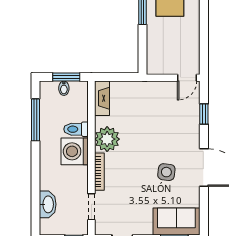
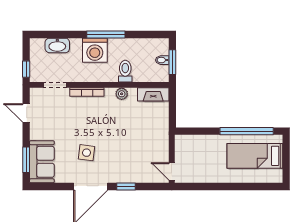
window: (204, 114) -> (126, 187), moved
window: (36, 120) -> (106, 34), moved
plant: (107, 139) -> (122, 94), width x0.53, depth x0.53
washing machine: (75, 151) -> (95, 50), moved, turned 180

